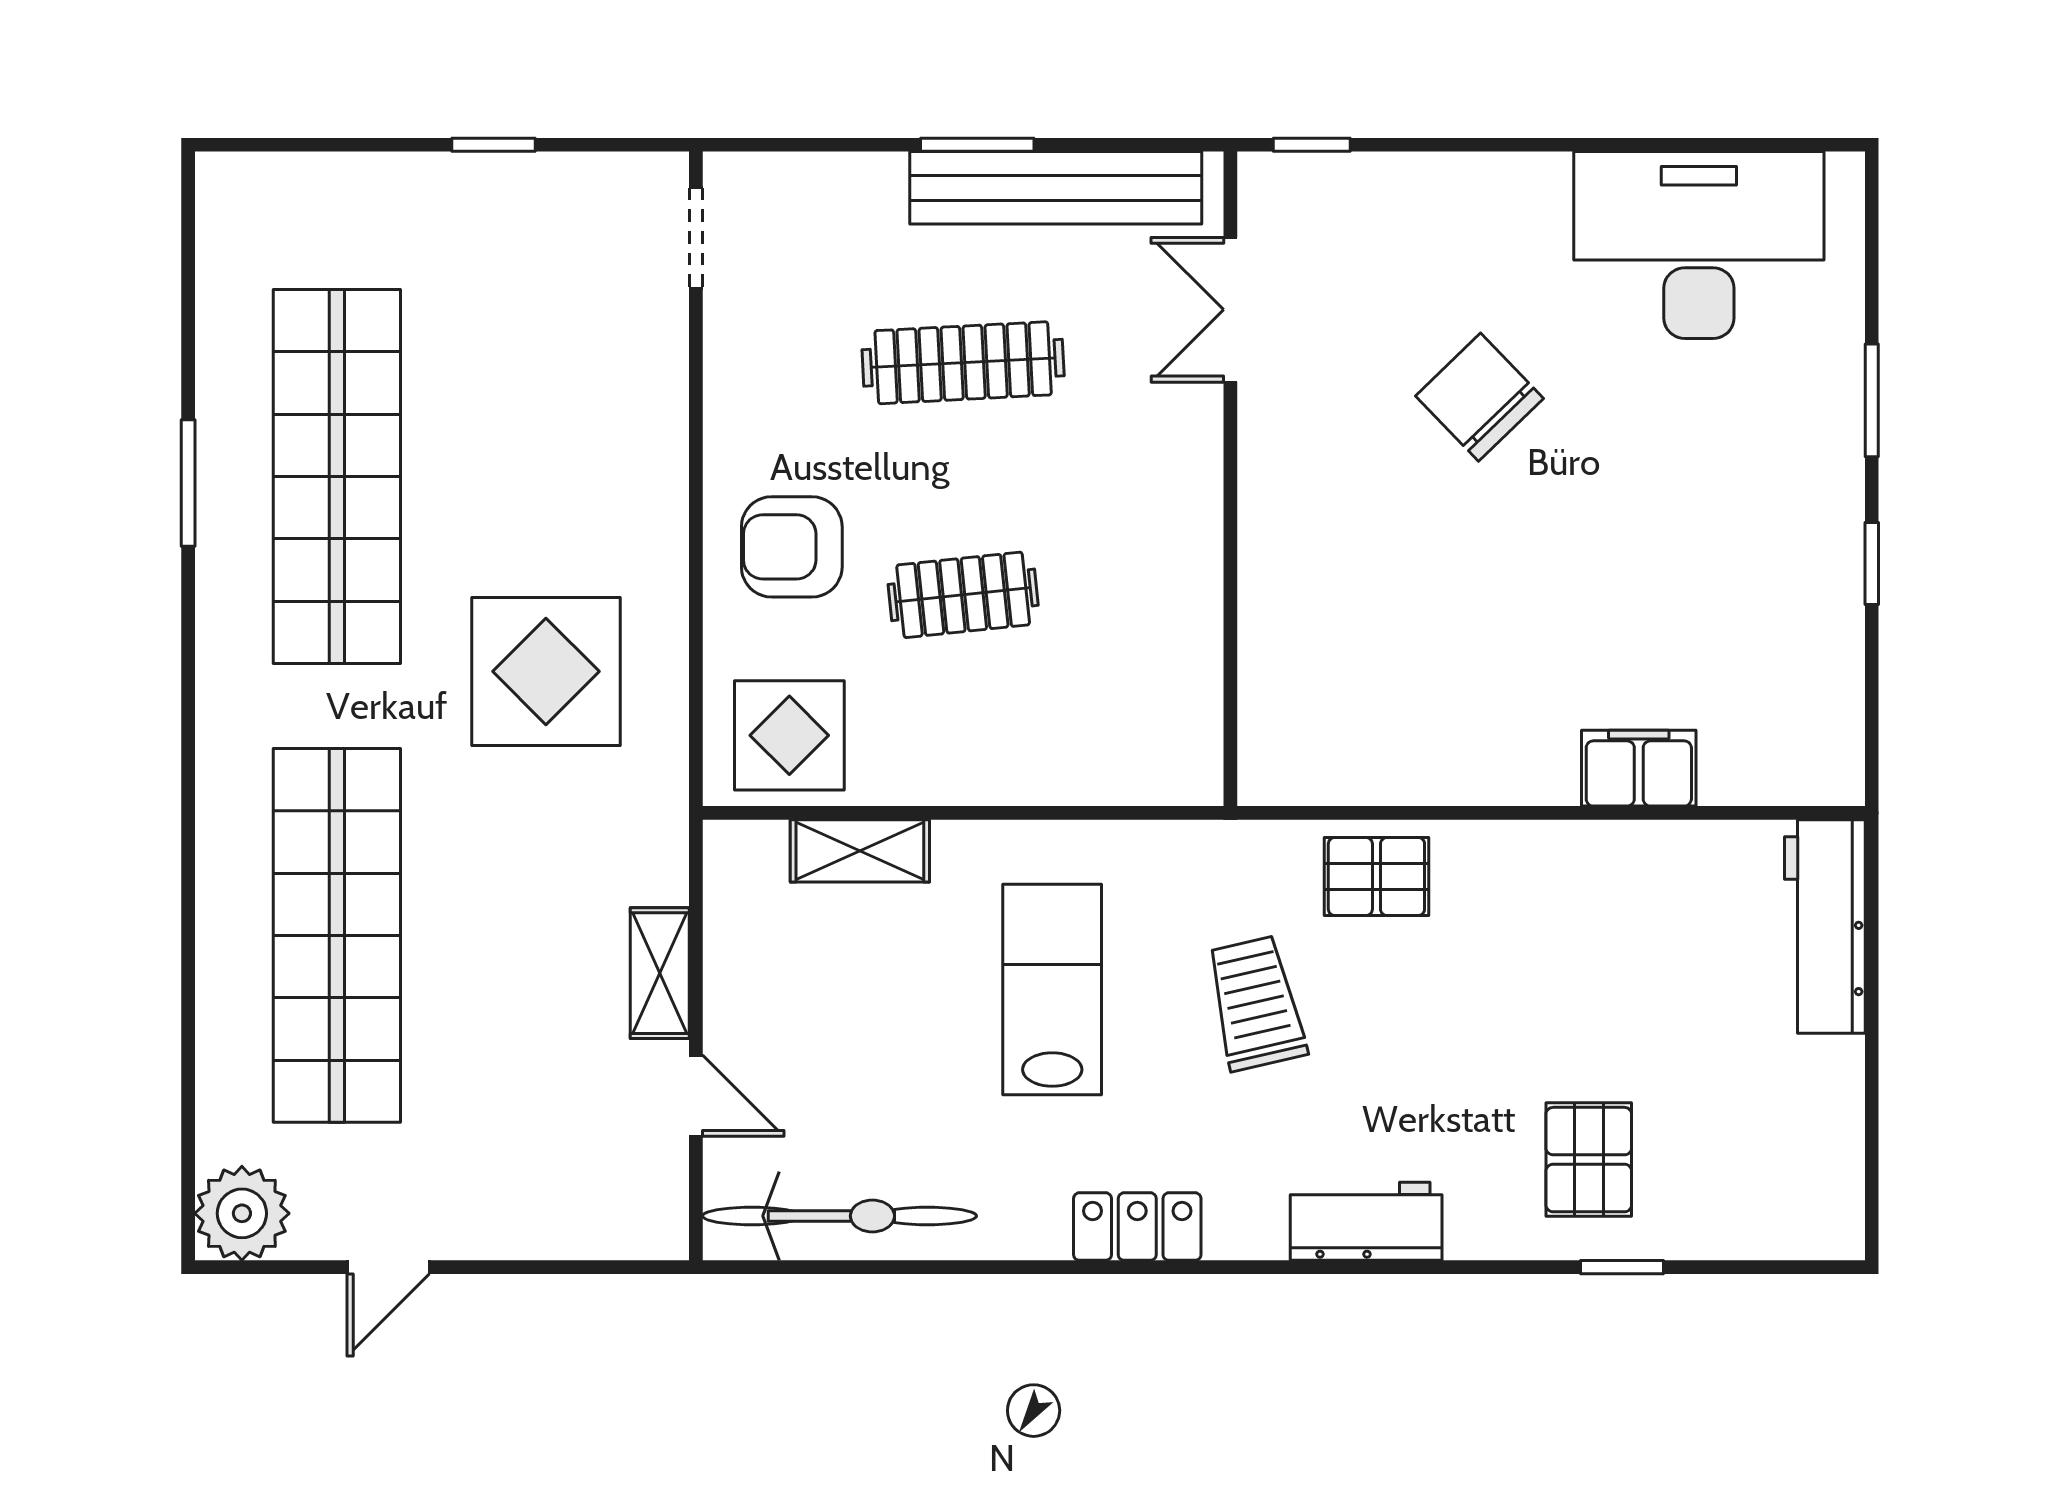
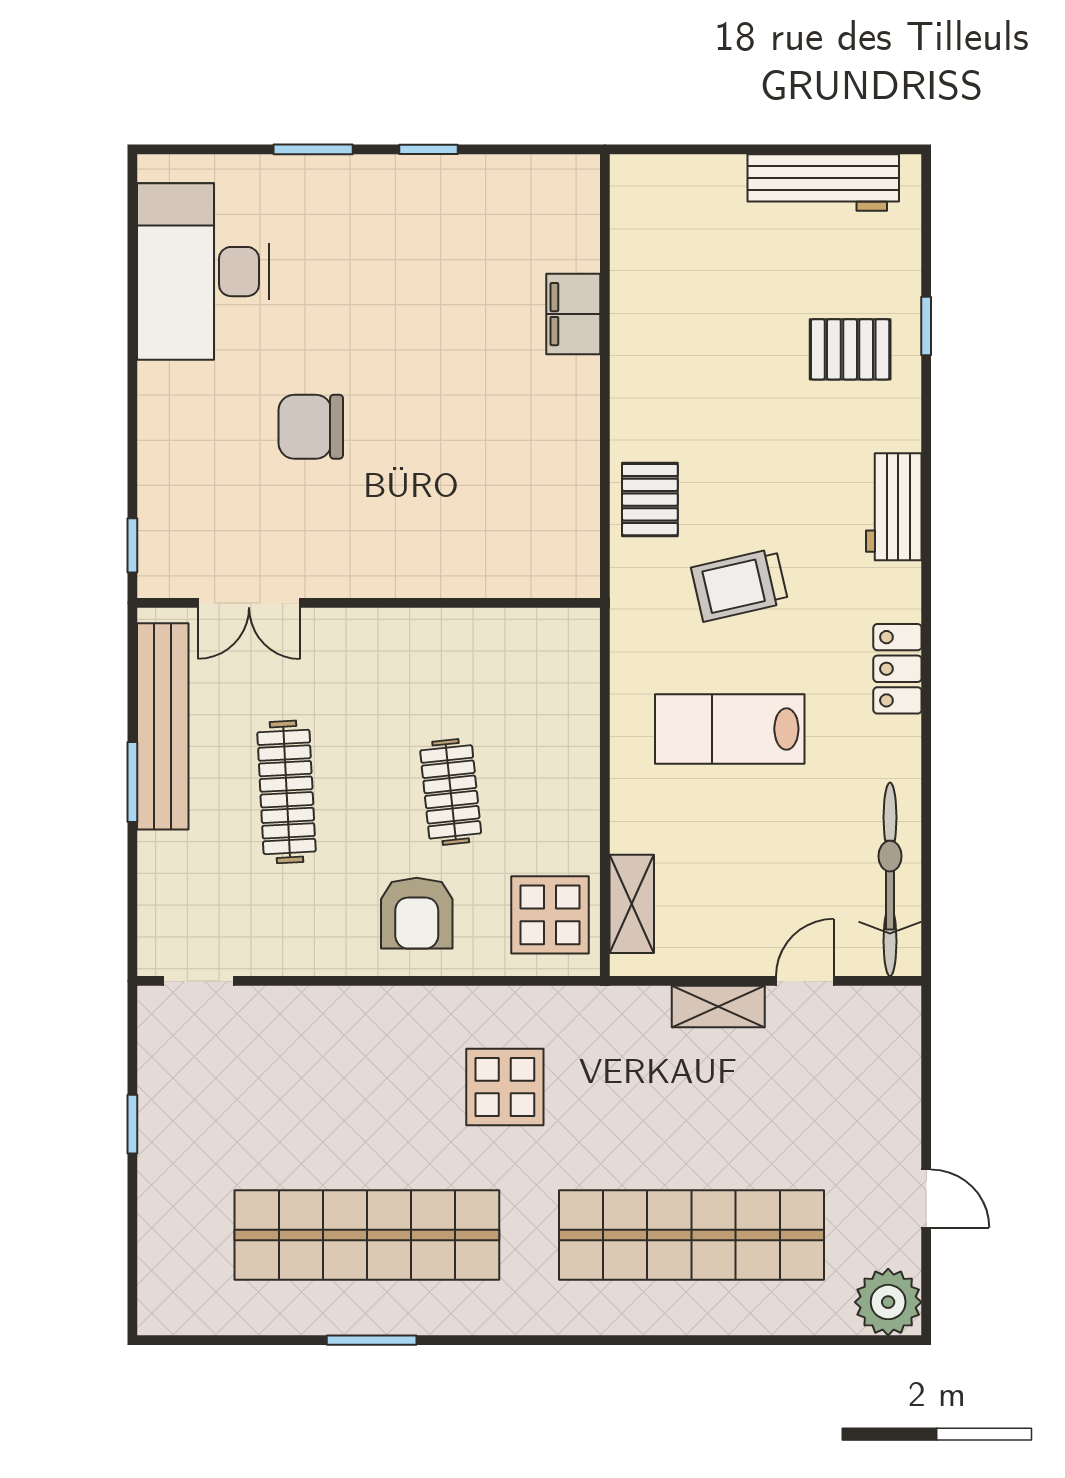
chair: (1479, 397) -> (311, 427), turned 44
display table: (546, 671) -> (505, 1087), width x0.73, depth x0.73
shelving: (860, 851) -> (632, 904), moved
workbench: (1825, 926) -> (823, 182), moved

